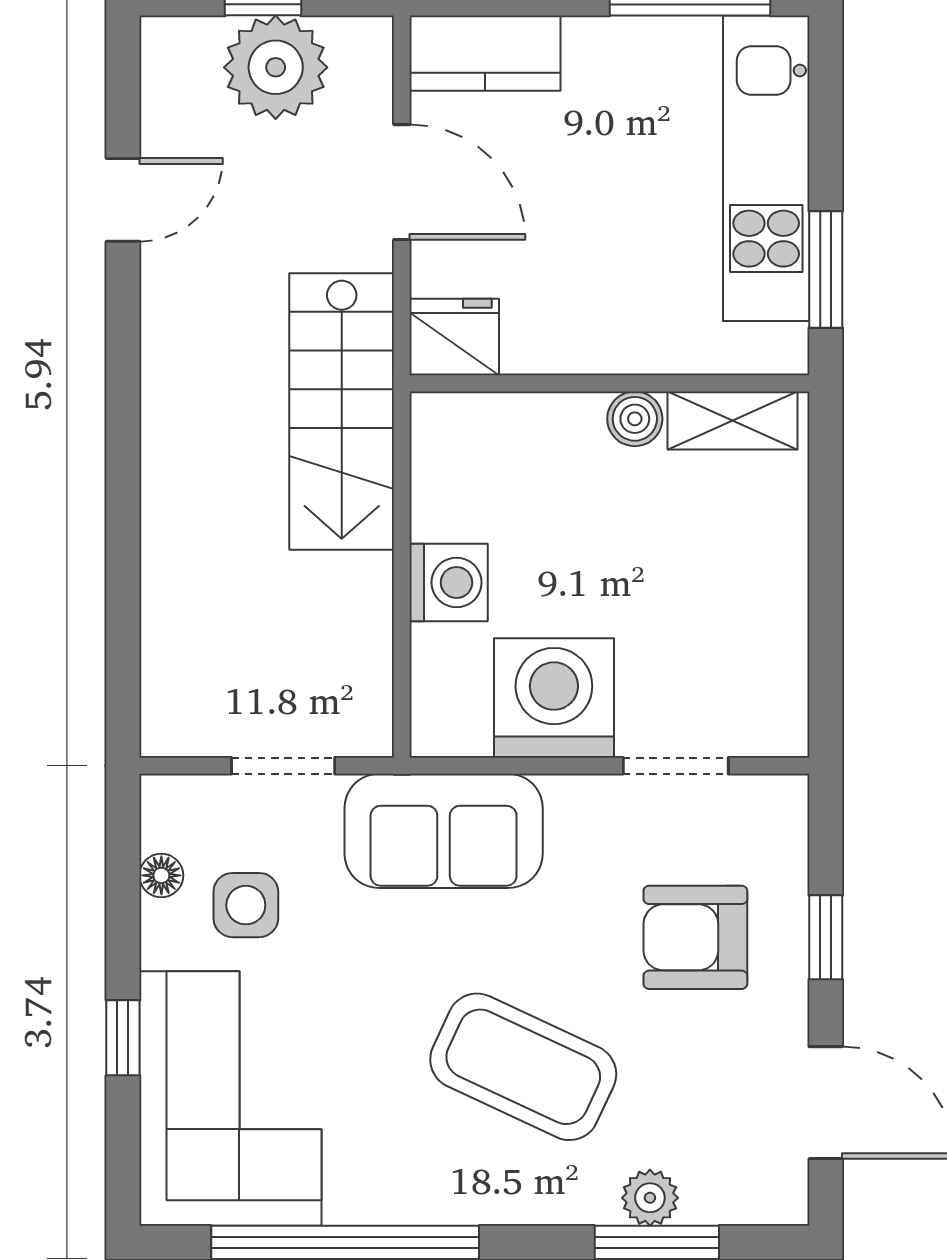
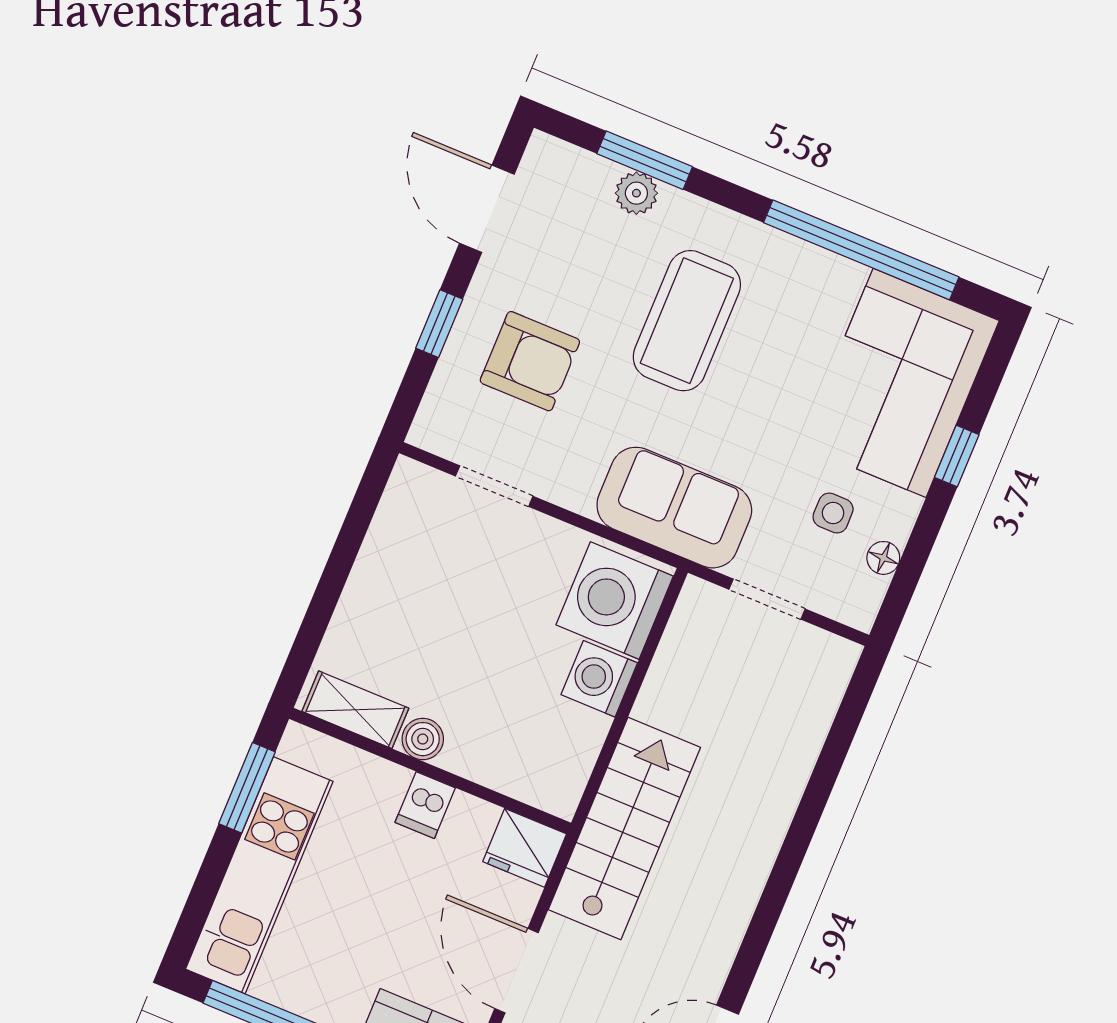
dishwasher: (598, 339) -> (425, 805), added
washing machine: (554, 698) -> (615, 600), moved, turned 90
side table: (246, 905) -> (833, 513), width x0.73, depth x0.73
coffee table: (523, 1067) -> (687, 321), turned 65

